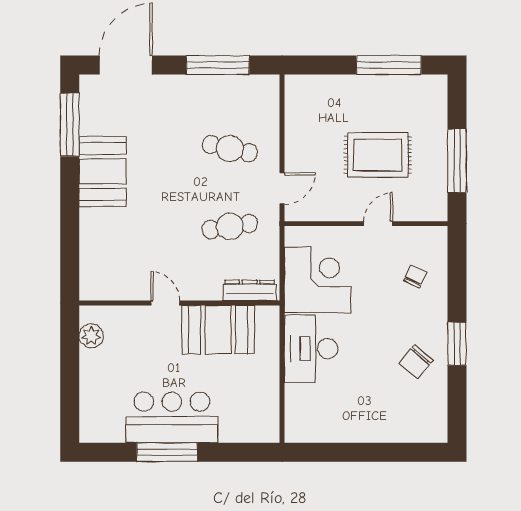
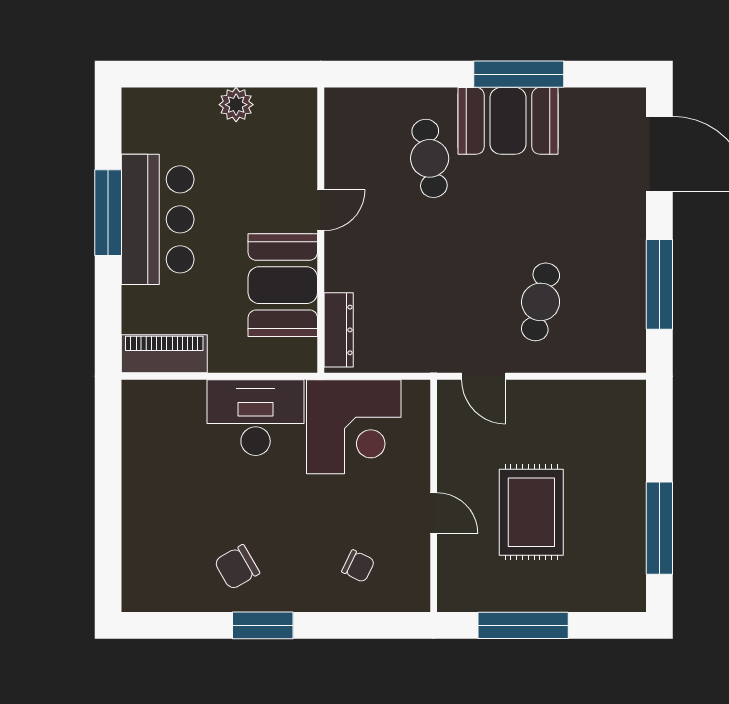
window: (70, 125) -> (519, 74), moved
cafe table: (230, 226) -> (430, 158), moved
plant: (91, 336) -> (236, 105), moved
chair: (416, 362) -> (237, 567), turned -70
piano: (266, 413) -> (164, 354), added

